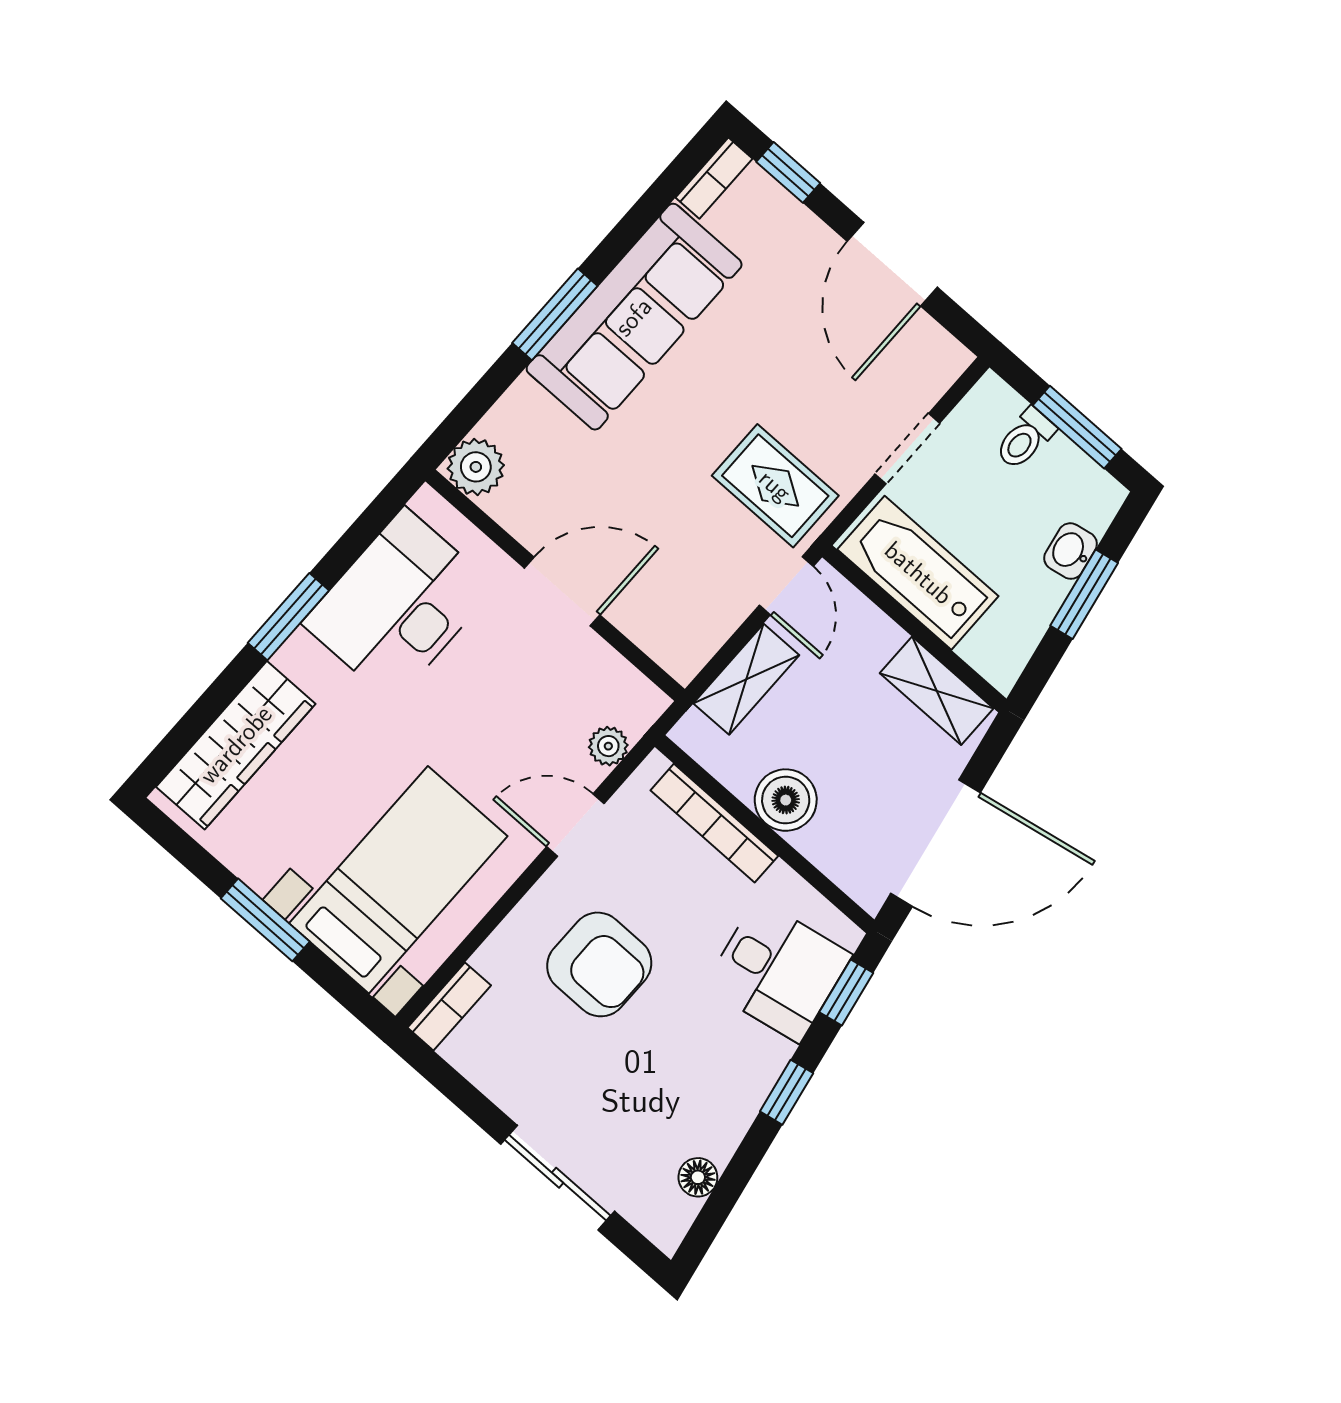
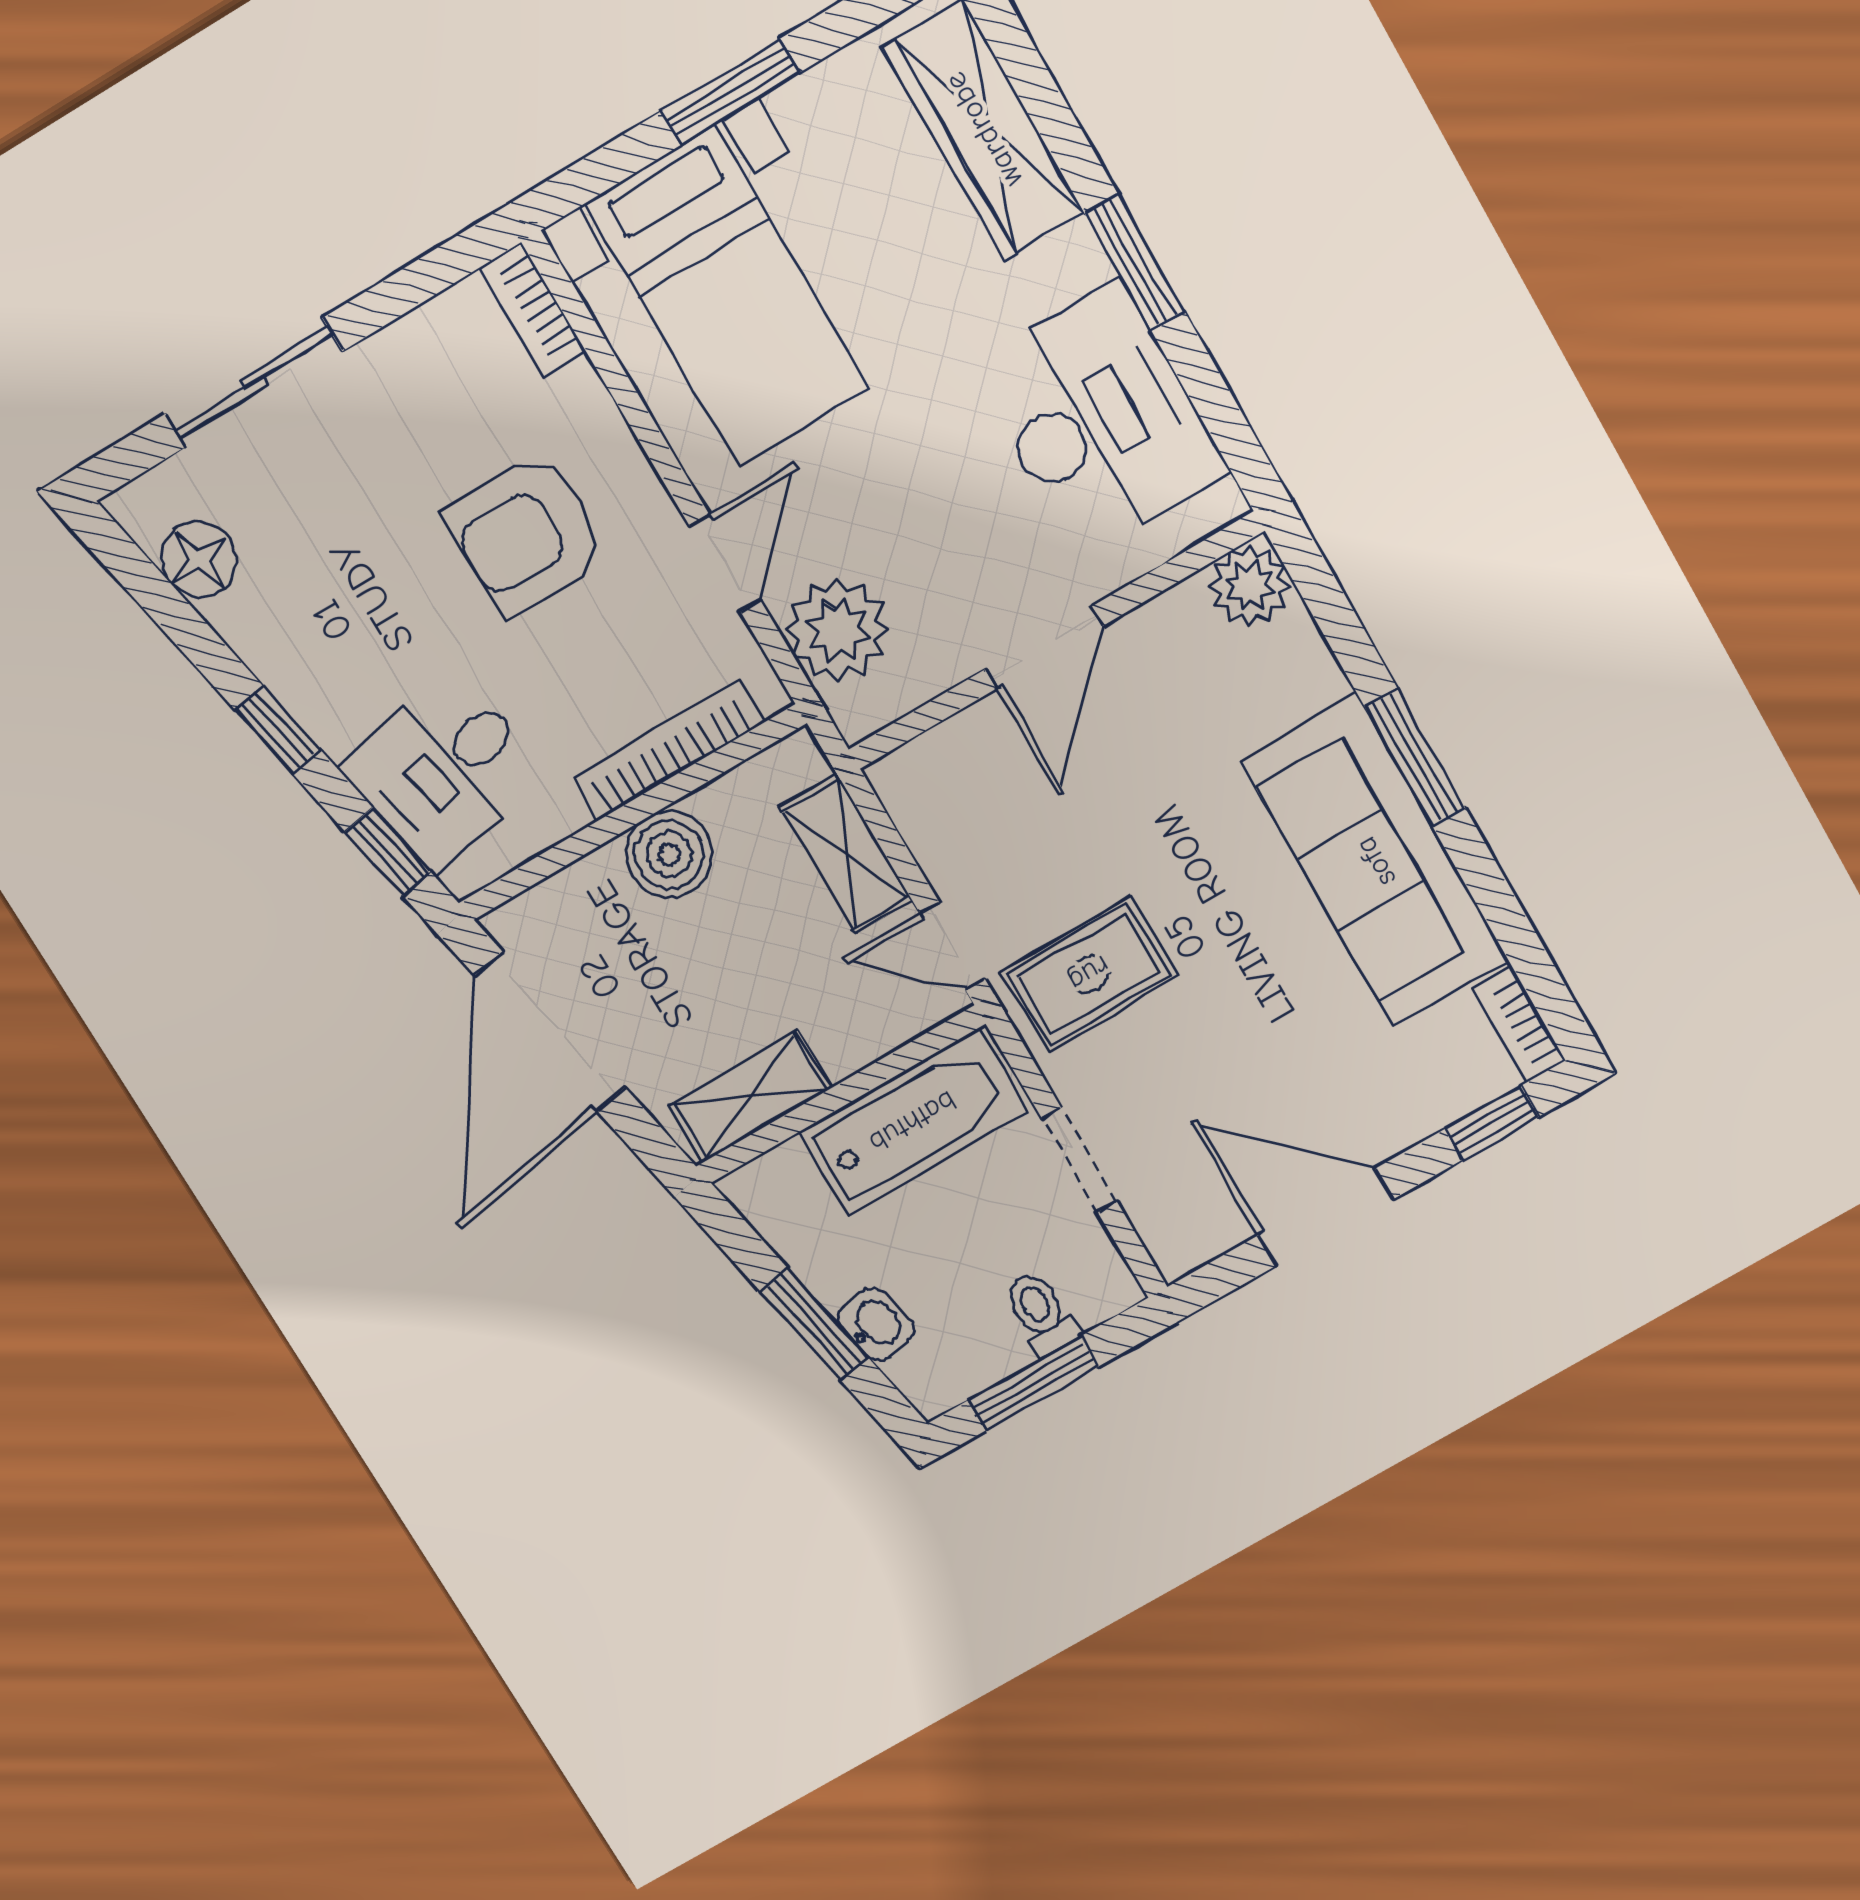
plant: (608, 746) -> (838, 630), width x1.88, depth x1.88
floor lamp: (698, 1177) -> (199, 560), width x1.37, depth x1.37

